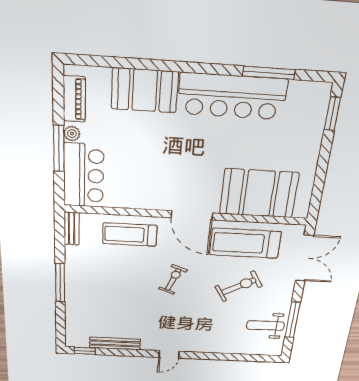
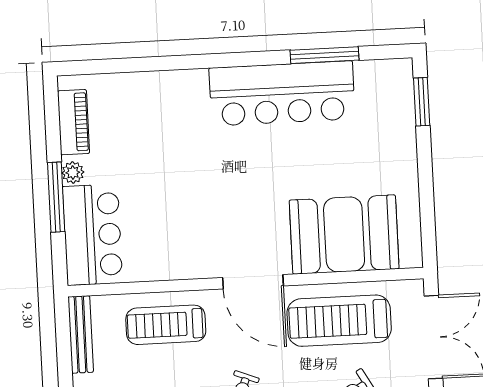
booth: (145, 90) -> (165, 99), removed
bench: (72, 229) -> (81, 334), width x1.36

